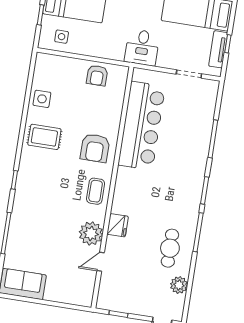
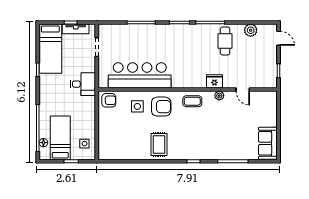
armchair: (97, 75) -> (109, 100), moved
side table: (42, 99) -> (137, 106), moved
plant: (91, 233) -> (219, 96), width x0.53, depth x0.53
cafe table: (170, 248) -> (225, 41), turned 90

